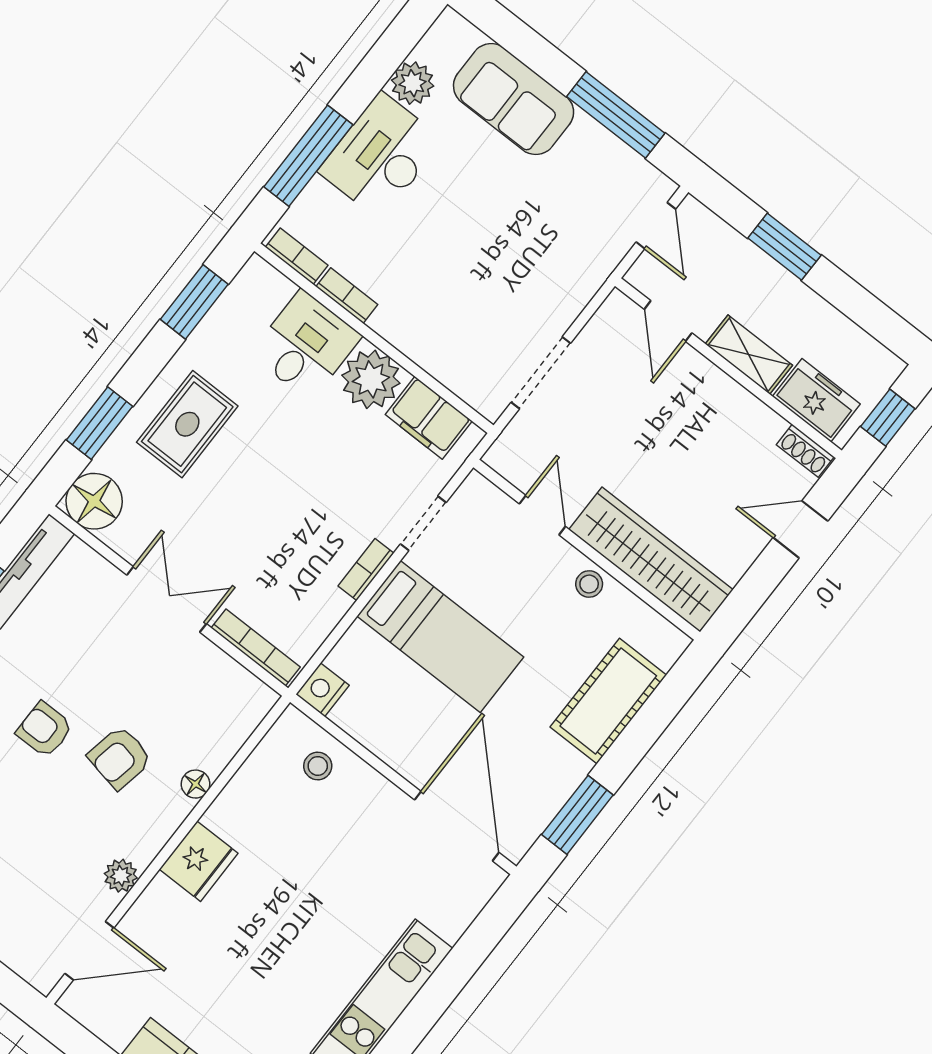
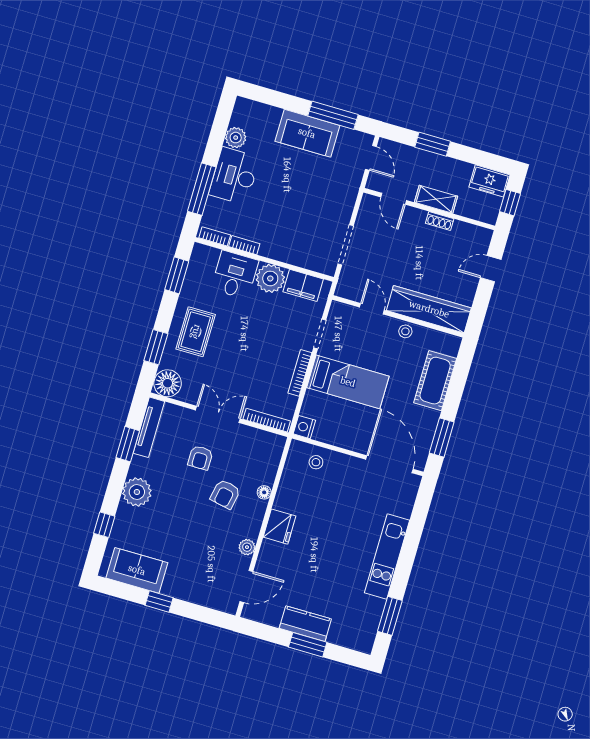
sofa: (514, 99) -> (307, 133), moved
freezer: (816, 400) -> (489, 181), moved, turned 180
shoe rack: (805, 451) -> (440, 221), moved
bookcase: (366, 569) -> (300, 373), width x1.56
armchair: (44, 730) -> (200, 458), moved, turned -90

